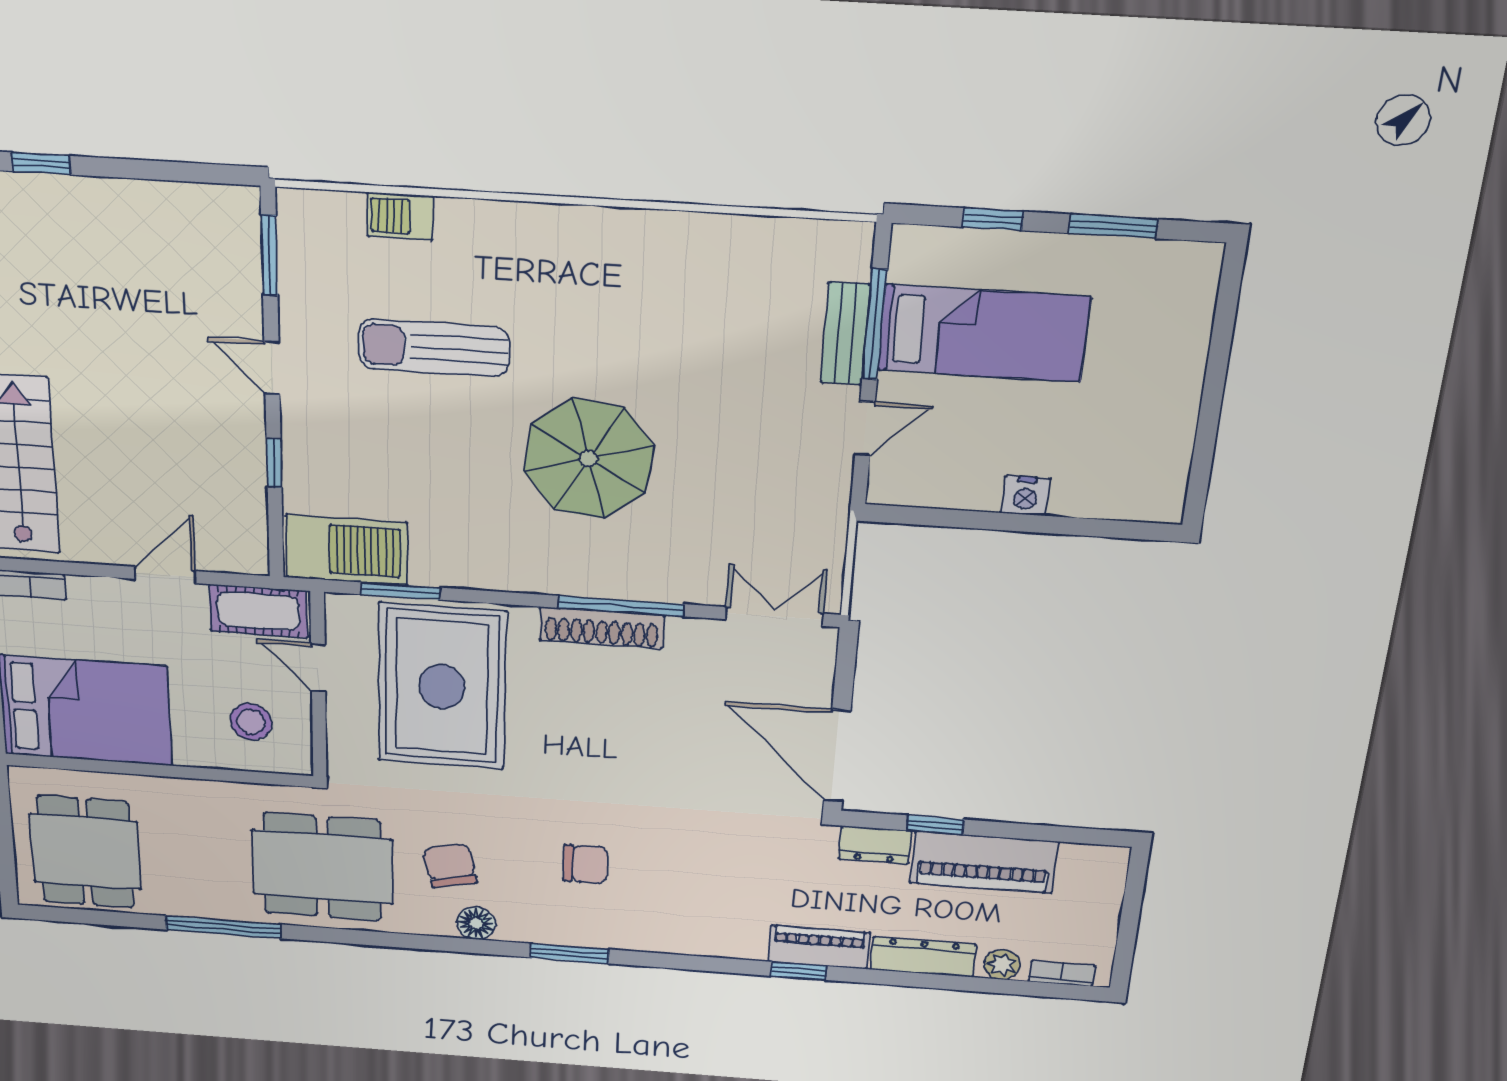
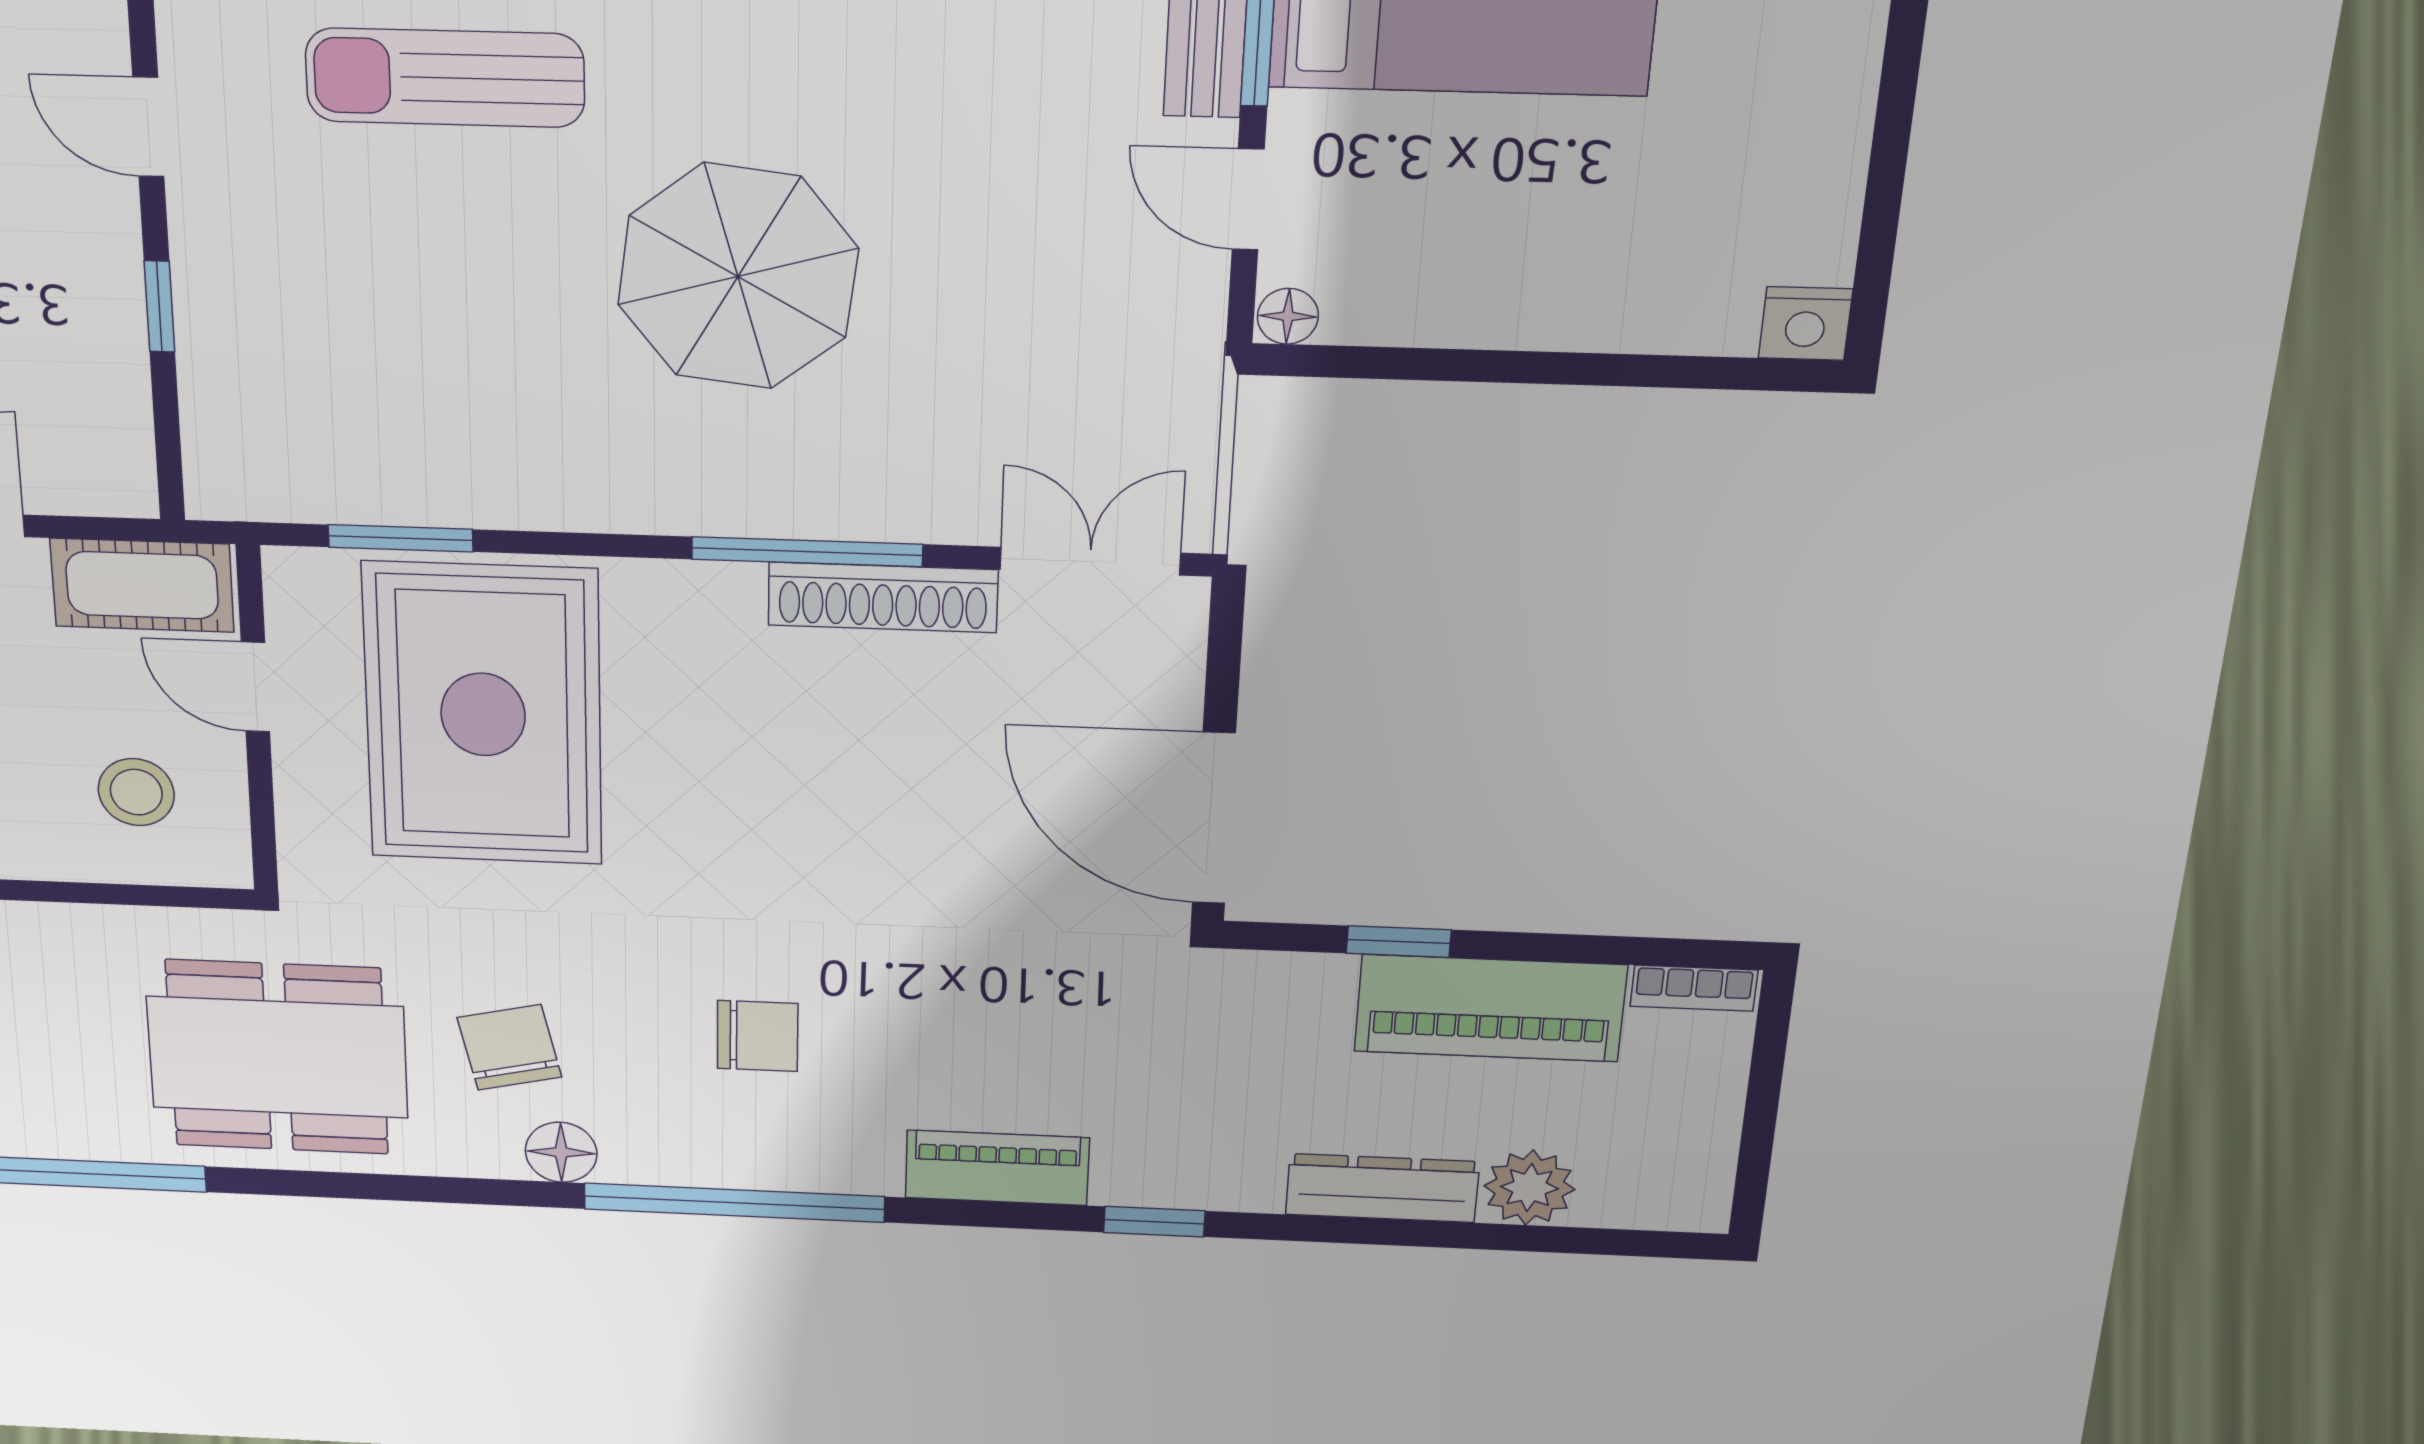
door: (865, 428) -> (1248, 200), swing flipped
floor lamp: (885, 491) -> (1288, 316), added
nightstand: (1025, 496) -> (1806, 323), moved
barbecue: (347, 550) -> (299, 465), removed
shoe rack: (602, 628) -> (883, 597), moved
dresser: (875, 845) -> (1288, 982), removed
piano: (819, 947) -> (997, 1168), moved
window: (570, 953) -> (734, 1203), width x2.11
plant: (1002, 965) -> (1529, 1188), width x1.38, depth x1.38
bookcase: (1062, 973) -> (1694, 988), moved, turned 180

